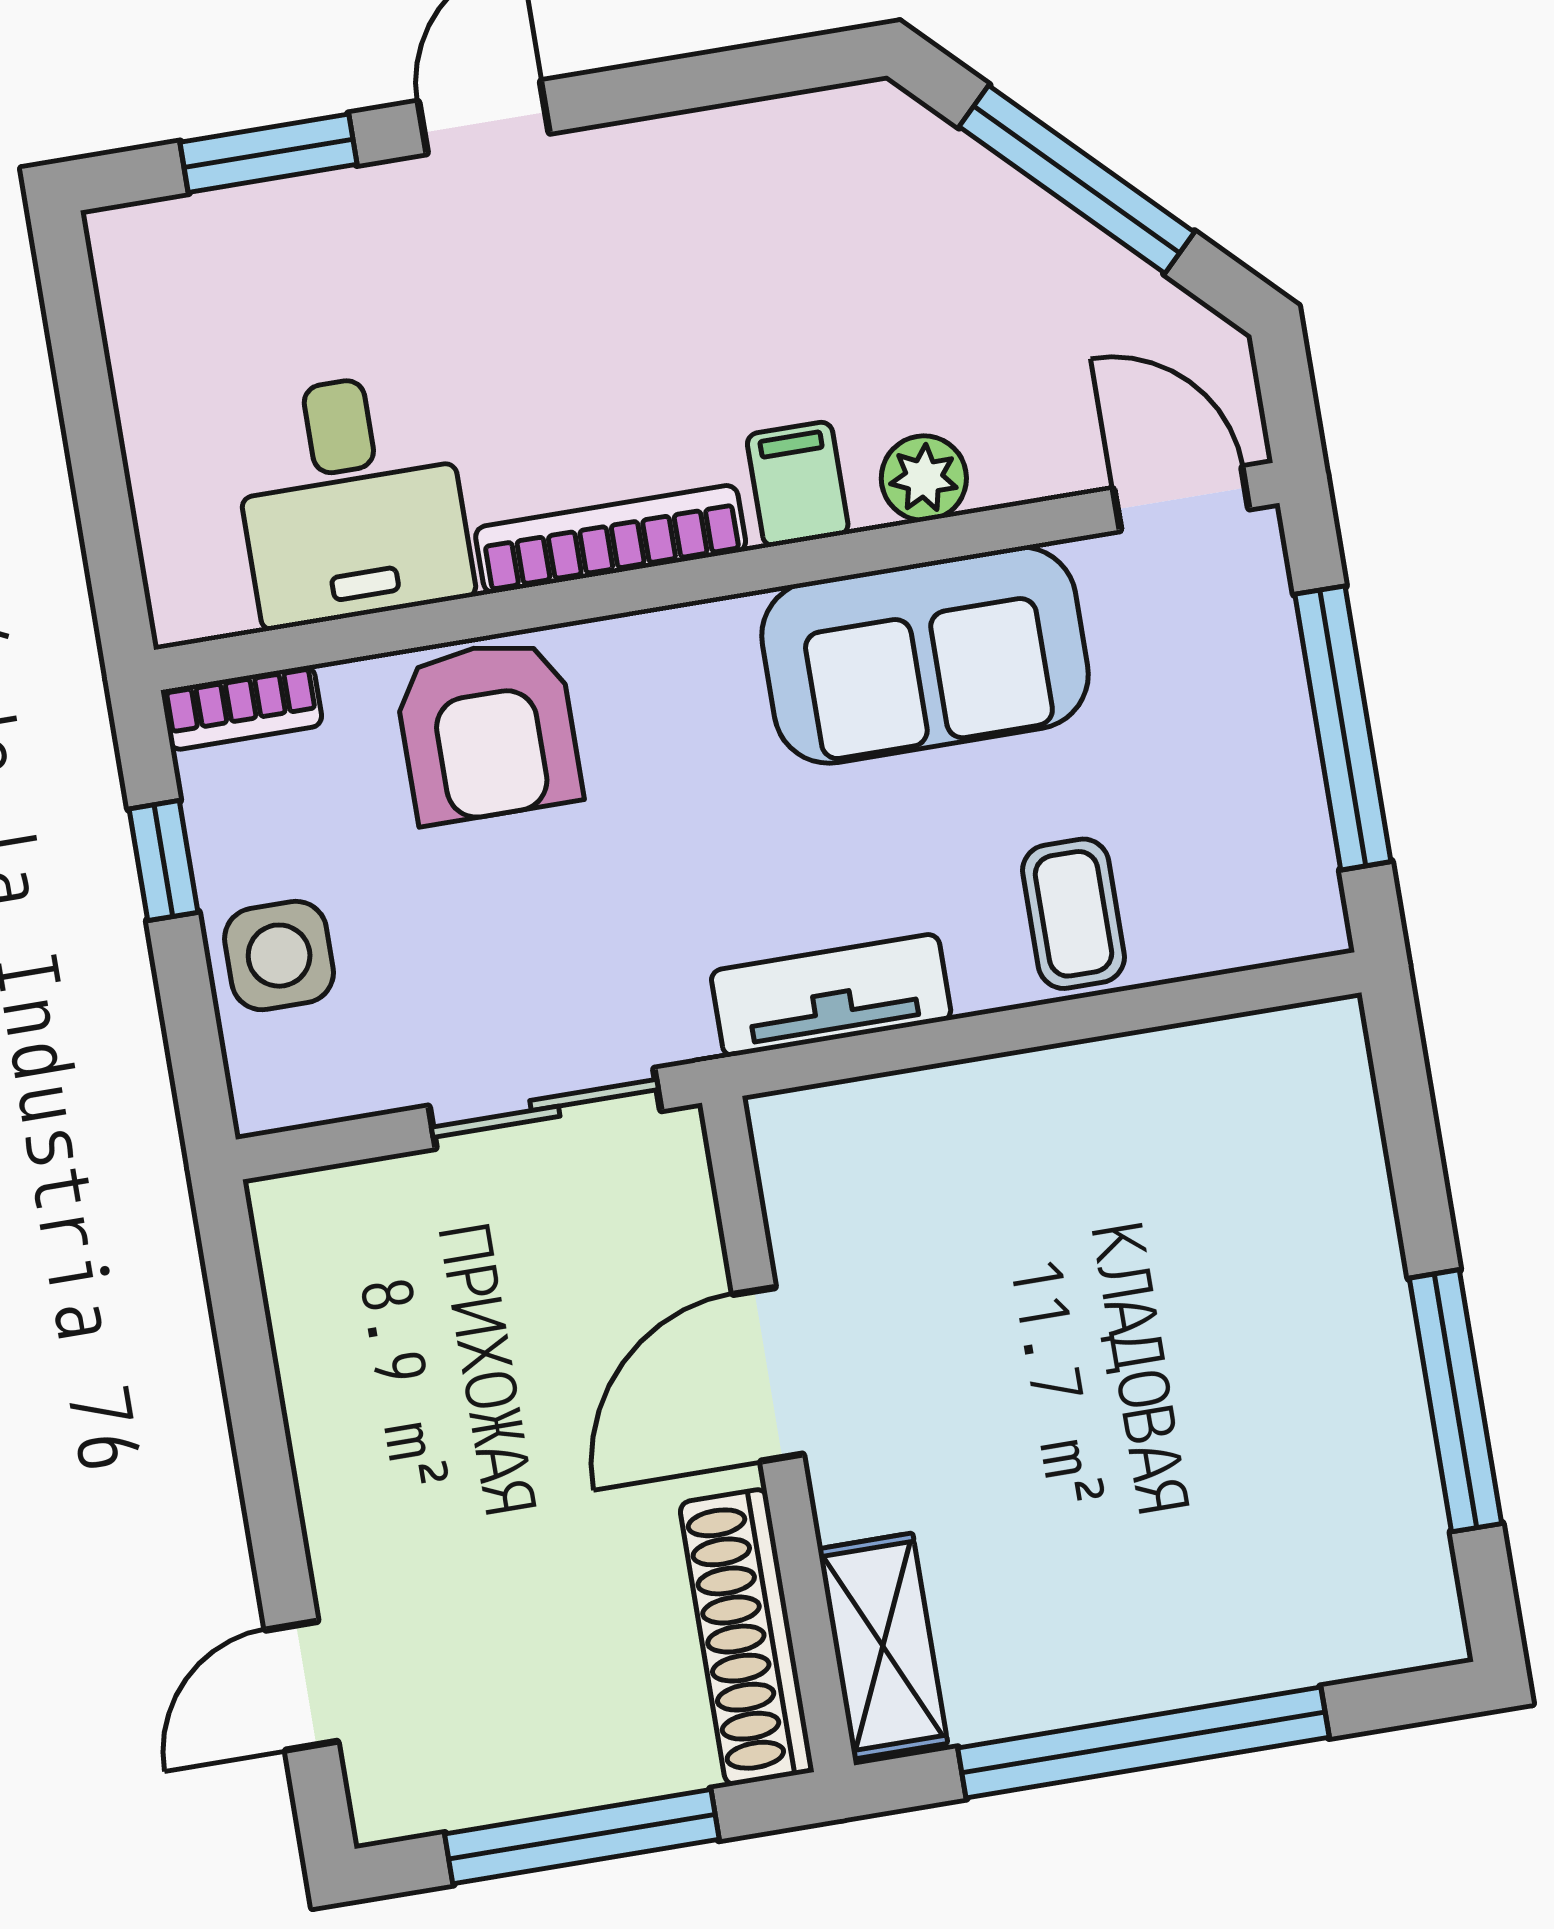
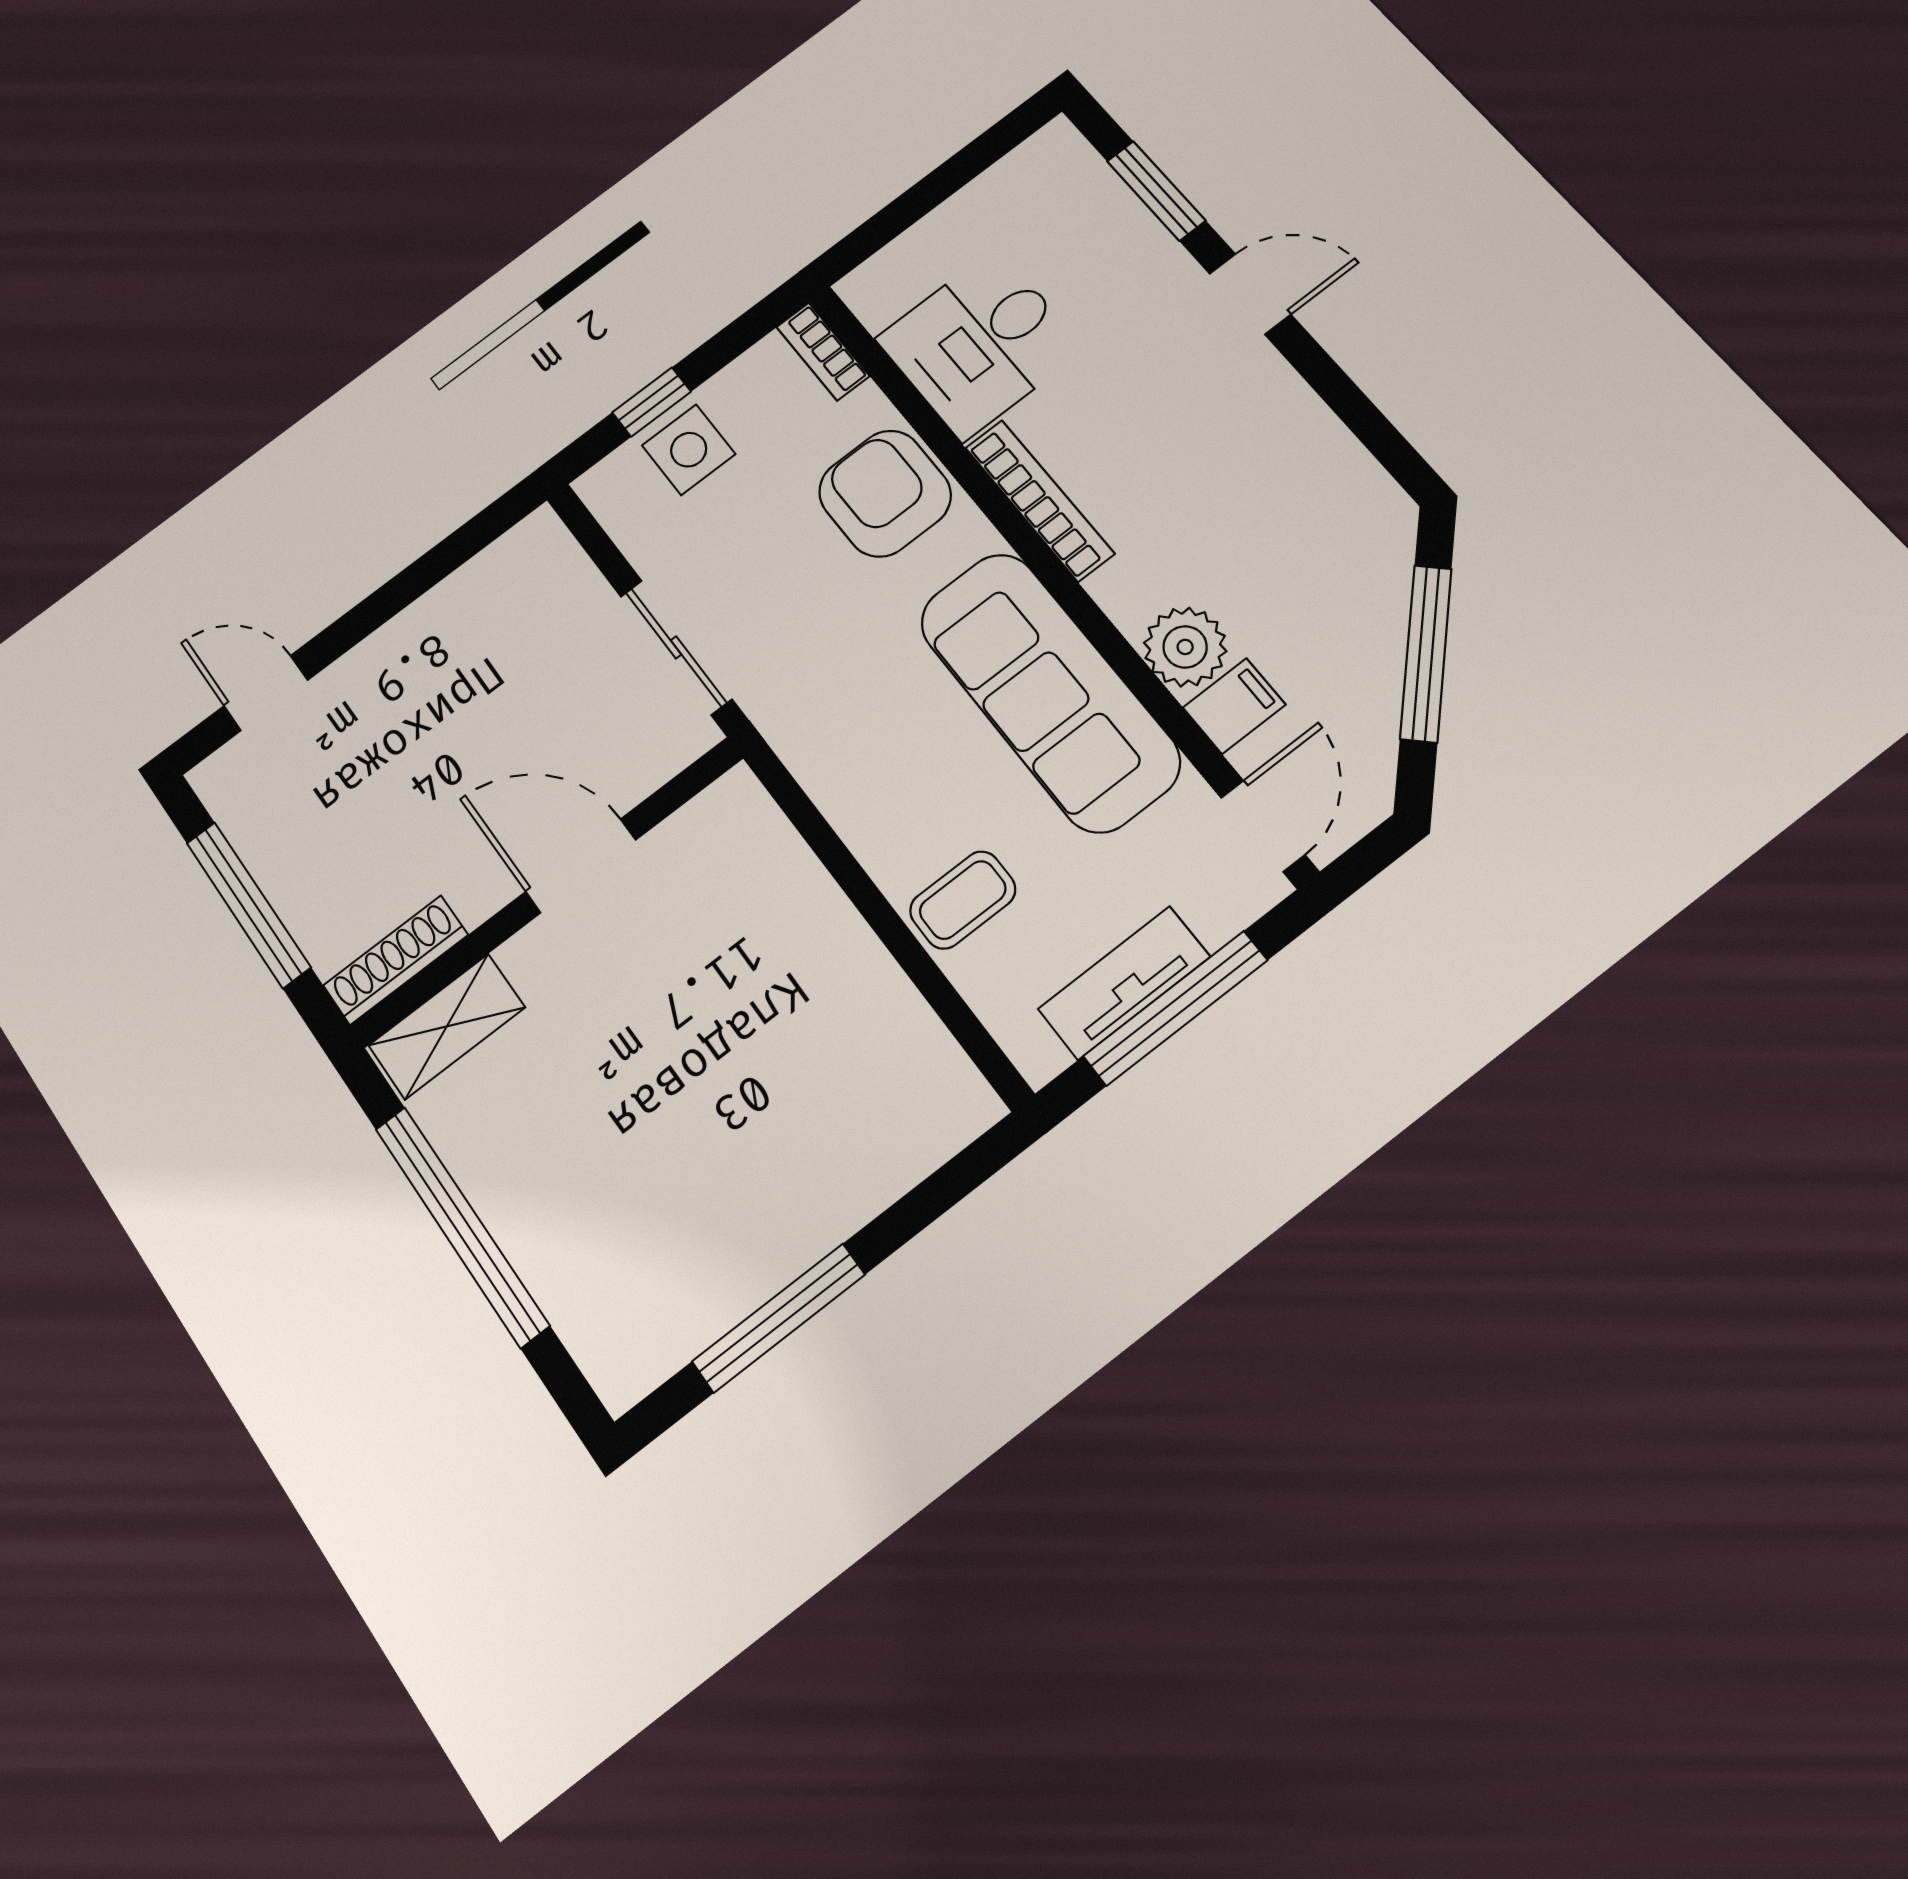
plant: (924, 478) -> (1185, 647), width x1.38, depth x1.38
filing cabinet: (798, 484) -> (1234, 706), moved
sofa: (925, 655) -> (1049, 691), width x1.36
armchair: (488, 731) -> (885, 493), turned 90
window: (163, 861) -> (652, 402), moved
tv unit: (831, 995) -> (1124, 983), moved, turned -90
shoe rack: (746, 1637) -> (396, 960), width x0.74, depth x0.81

